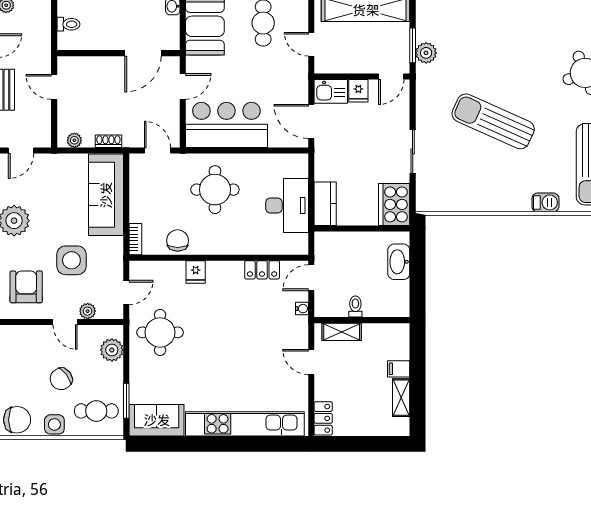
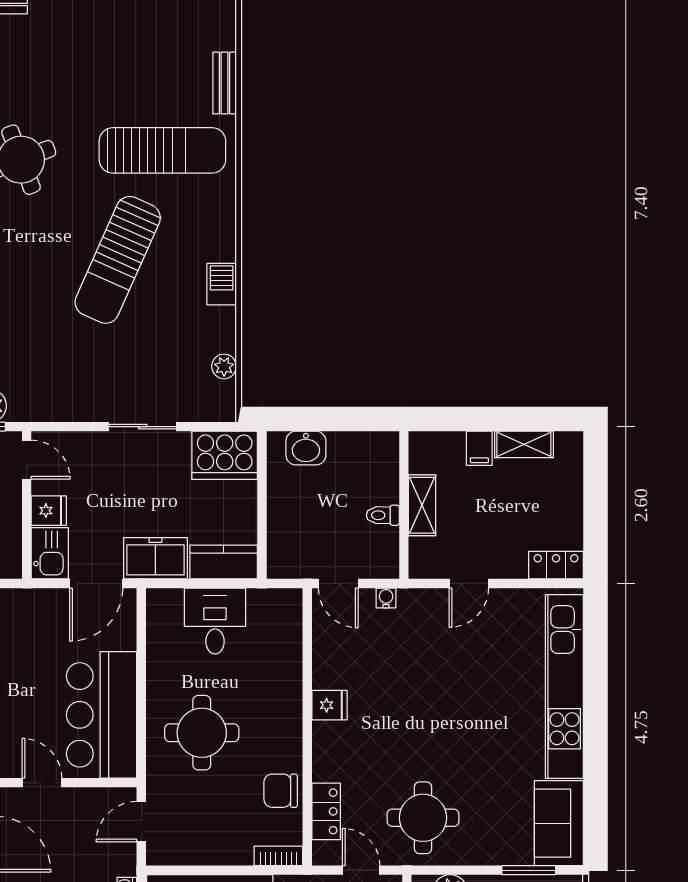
sun lounger: (493, 121) -> (118, 260), moved
freezer: (328, 160) -> (155, 558), added
barbecue: (545, 202) -> (222, 284), moved
plant: (451, 204) -> (224, 366), added
desk: (287, 205) -> (215, 621), width x0.73
washbasin: (399, 262) -> (306, 448), width x0.72
locker: (262, 270) -> (326, 811), moved
fridge: (196, 272) -> (329, 705), moved
shelving: (342, 332) -> (422, 505), moved

